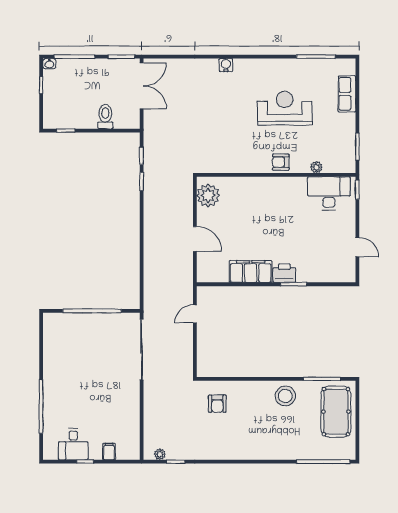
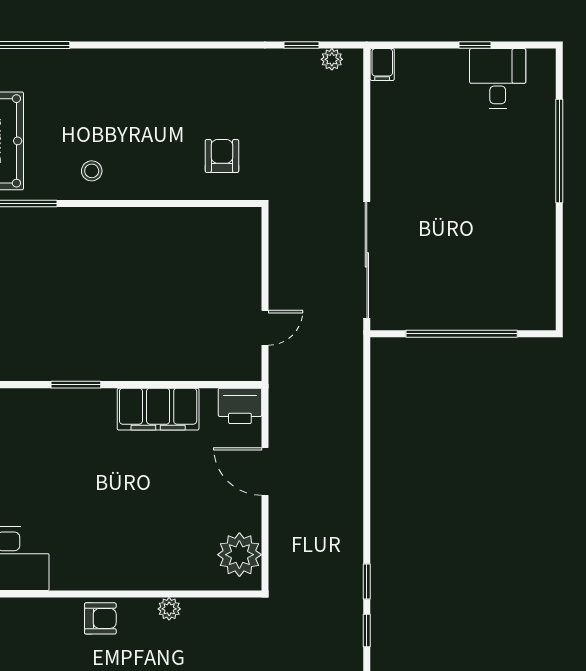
plant: (316, 167) -> (169, 609), moved
printer: (284, 273) -> (240, 406), moved
stool: (285, 396) -> (92, 171), width x0.53, depth x0.53
filing cabinet: (109, 452) -> (382, 65), moved

